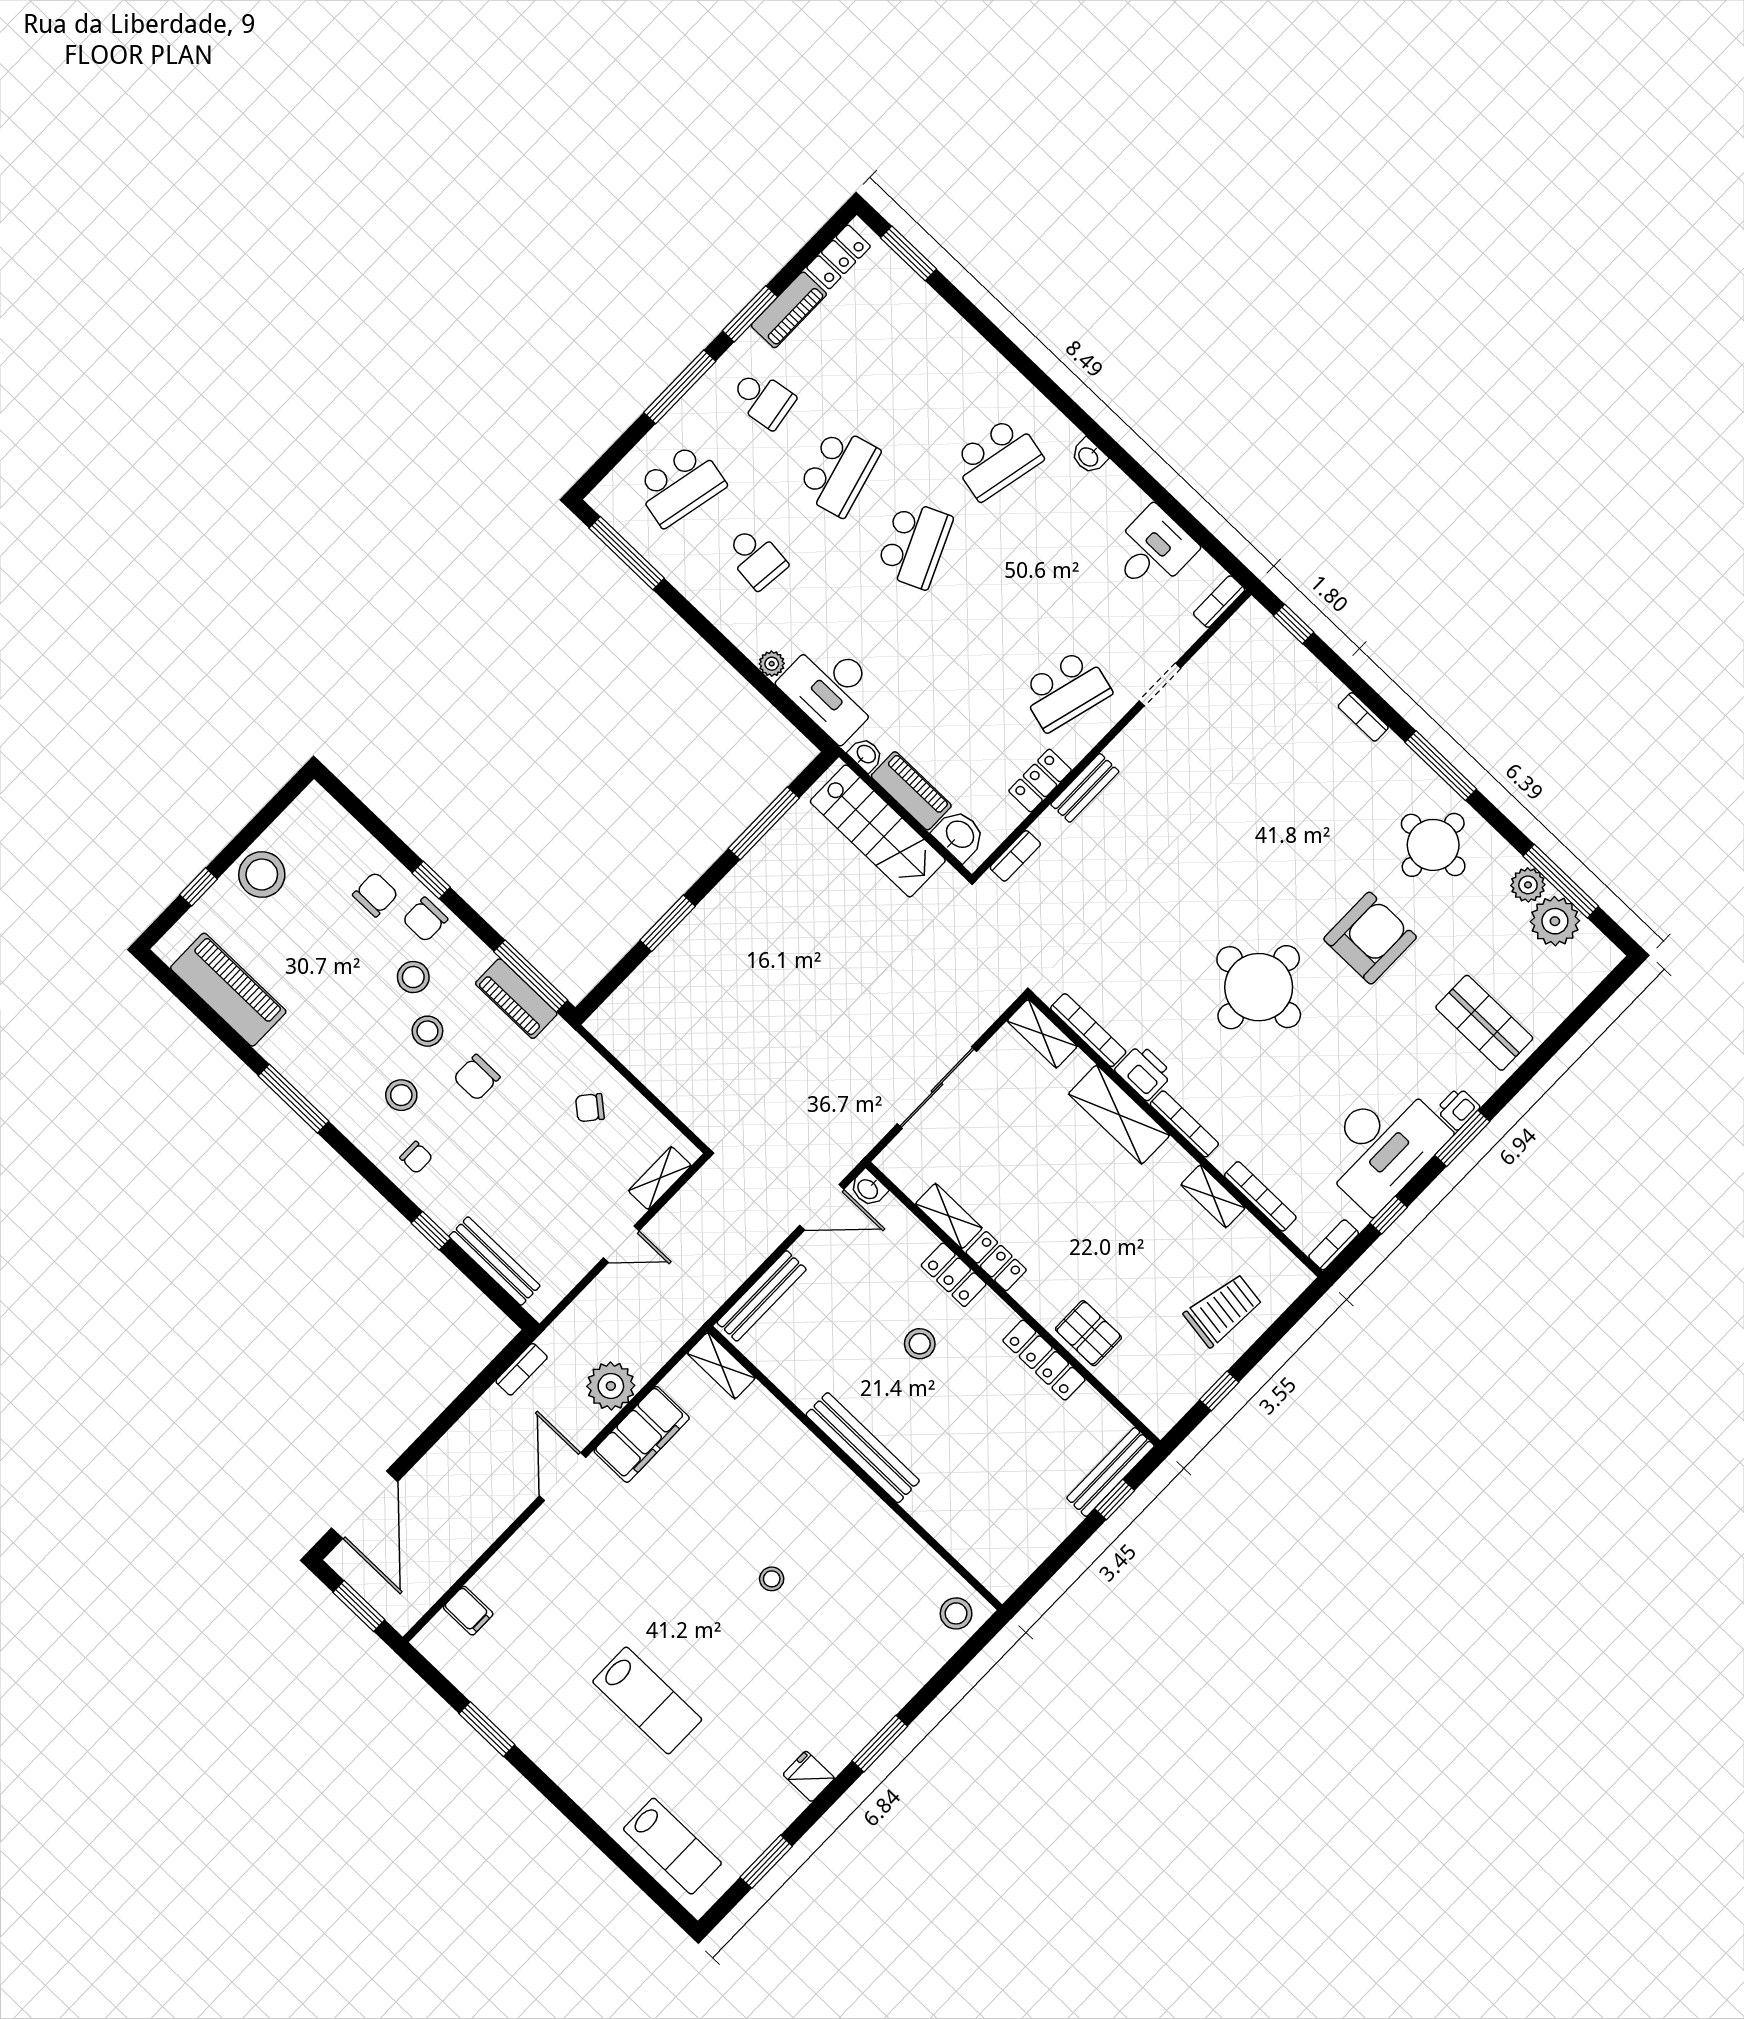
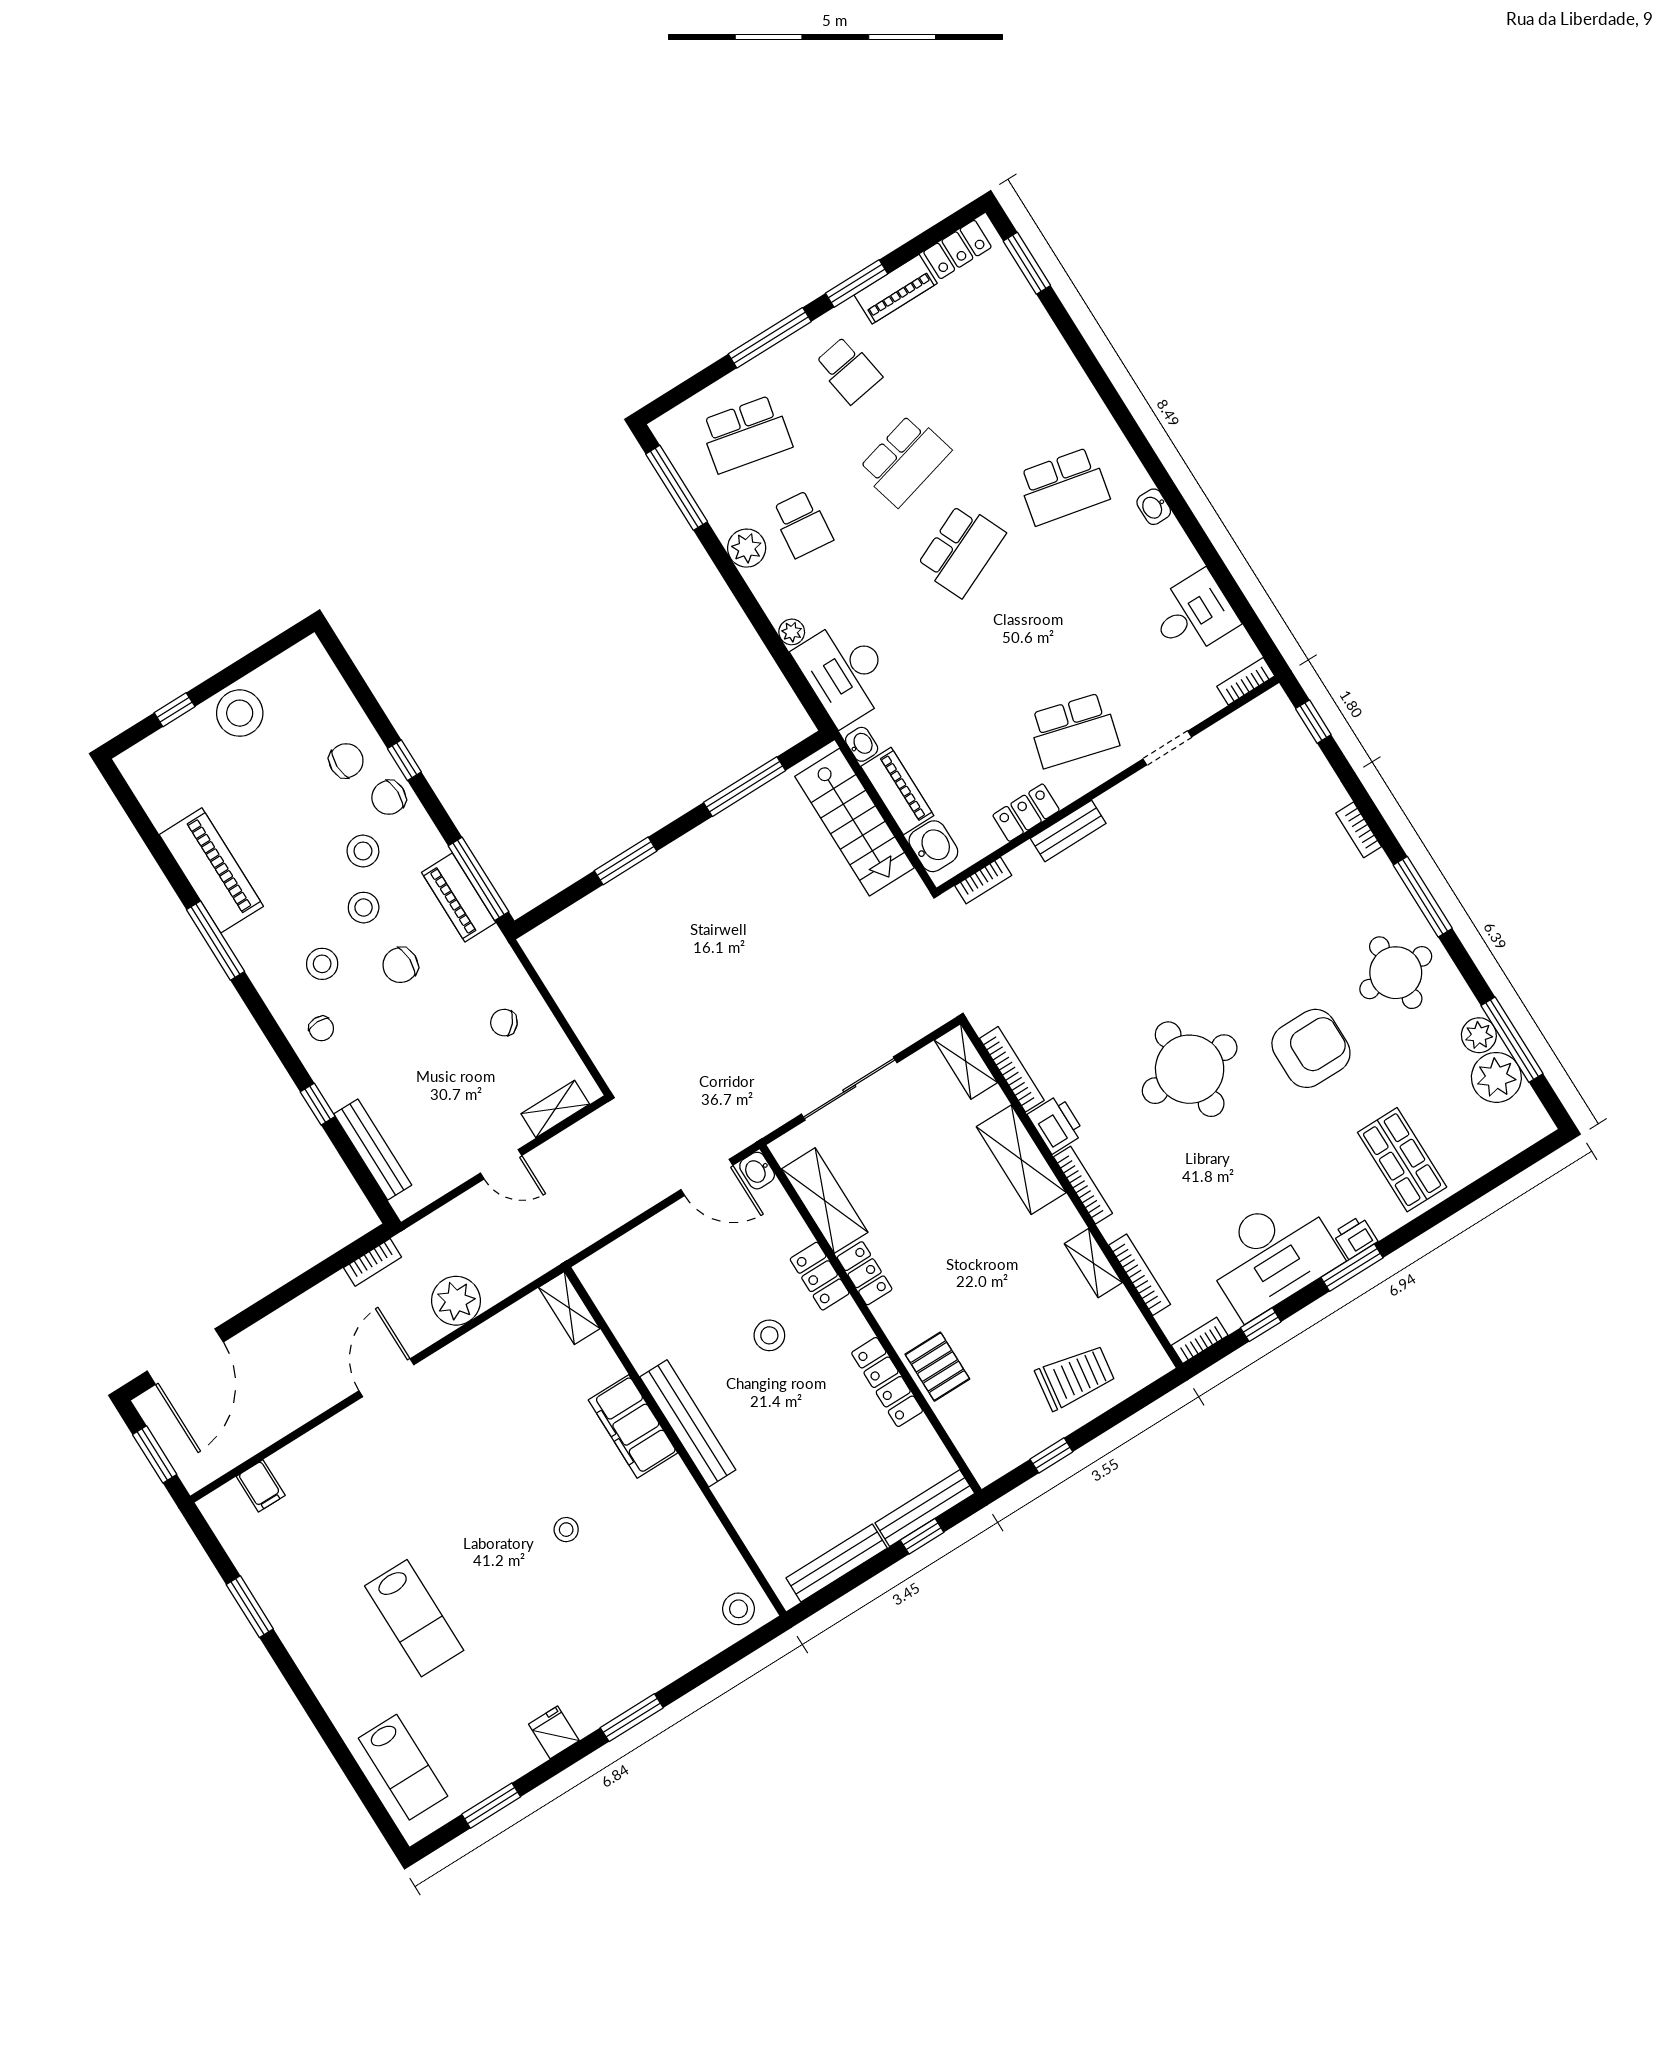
plant: (708, 594) -> (747, 548), added
piano: (228, 990) -> (211, 870), moved
shelving: (949, 1216) -> (825, 1201), width x1.50, depth x1.33
bench: (762, 1296) -> (837, 1563), moved
filing cabinet: (642, 1434) -> (633, 1426), moved, turned 90

